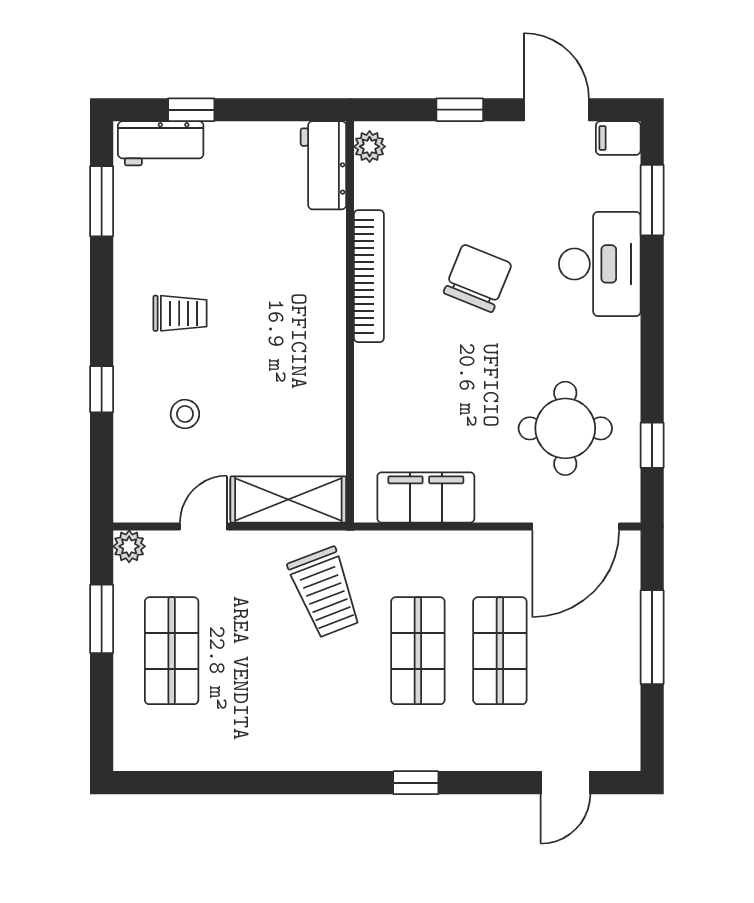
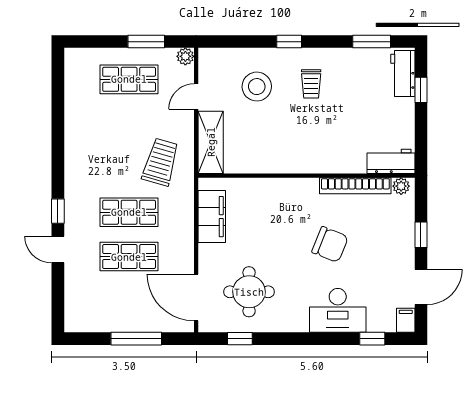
window: (652, 200) -> (372, 339), width x0.67
bookcase: (369, 276) -> (355, 186), moved
window: (102, 389) -> (289, 42), moved
stool: (185, 414) -> (257, 87), width x1.89, depth x1.89
door: (203, 526) -> (196, 97), swing flipped
trolley: (325, 592) -> (161, 162), turned 127
door: (565, 783) -> (58, 250), moved

